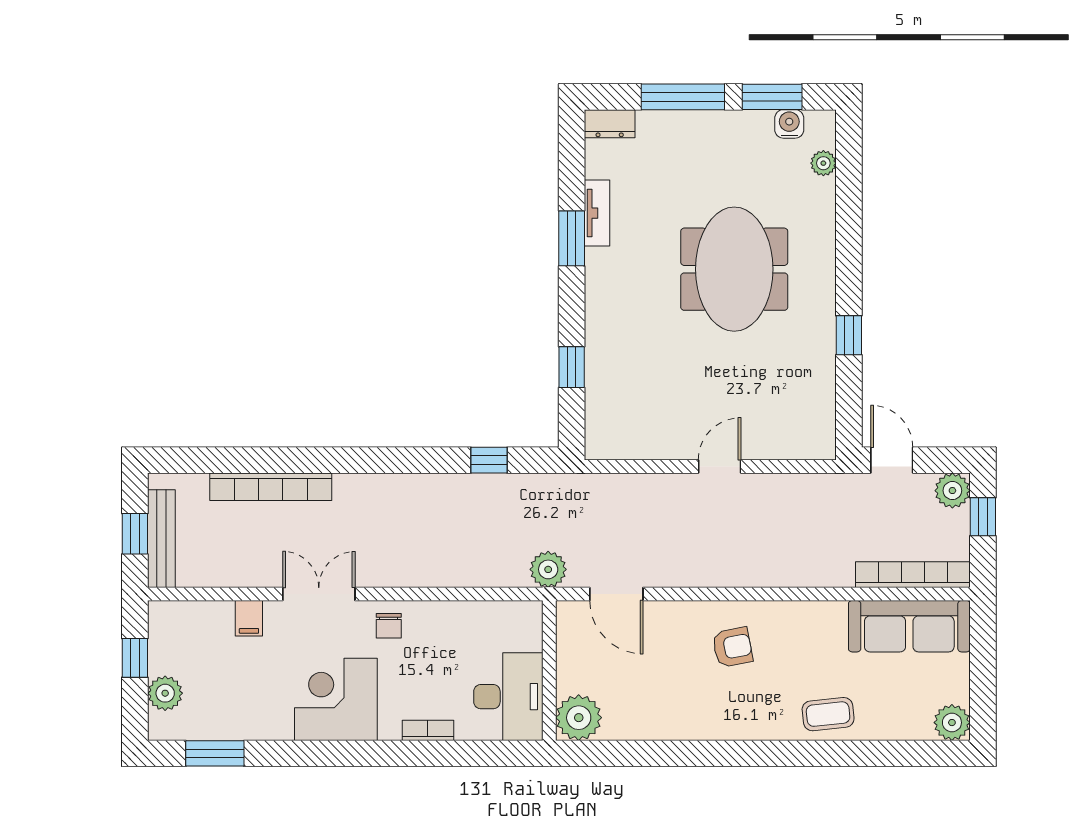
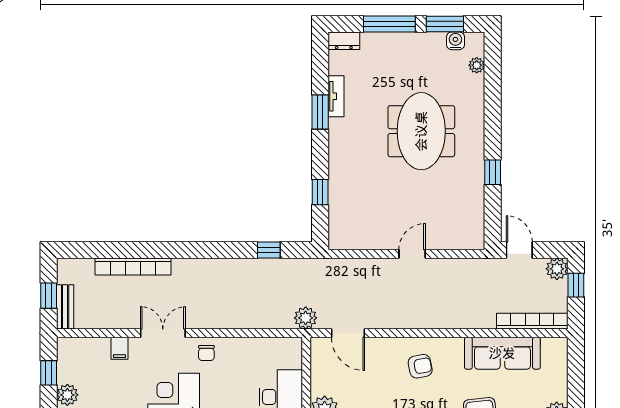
bench: (161, 539) -> (65, 307), width x0.73
sofa: (909, 626) -> (502, 353), moved

